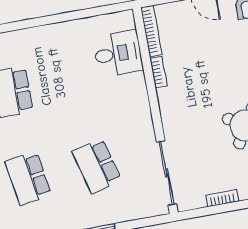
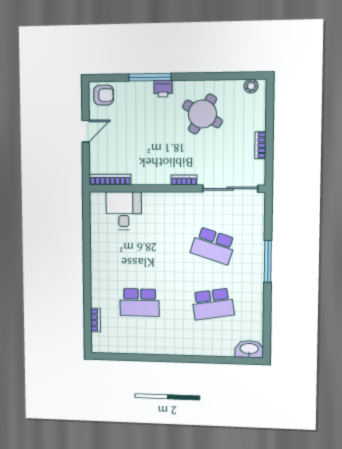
bookcase: (158, 72) -> (184, 180), moved
school desk: (97, 166) -> (213, 246), turned 33

